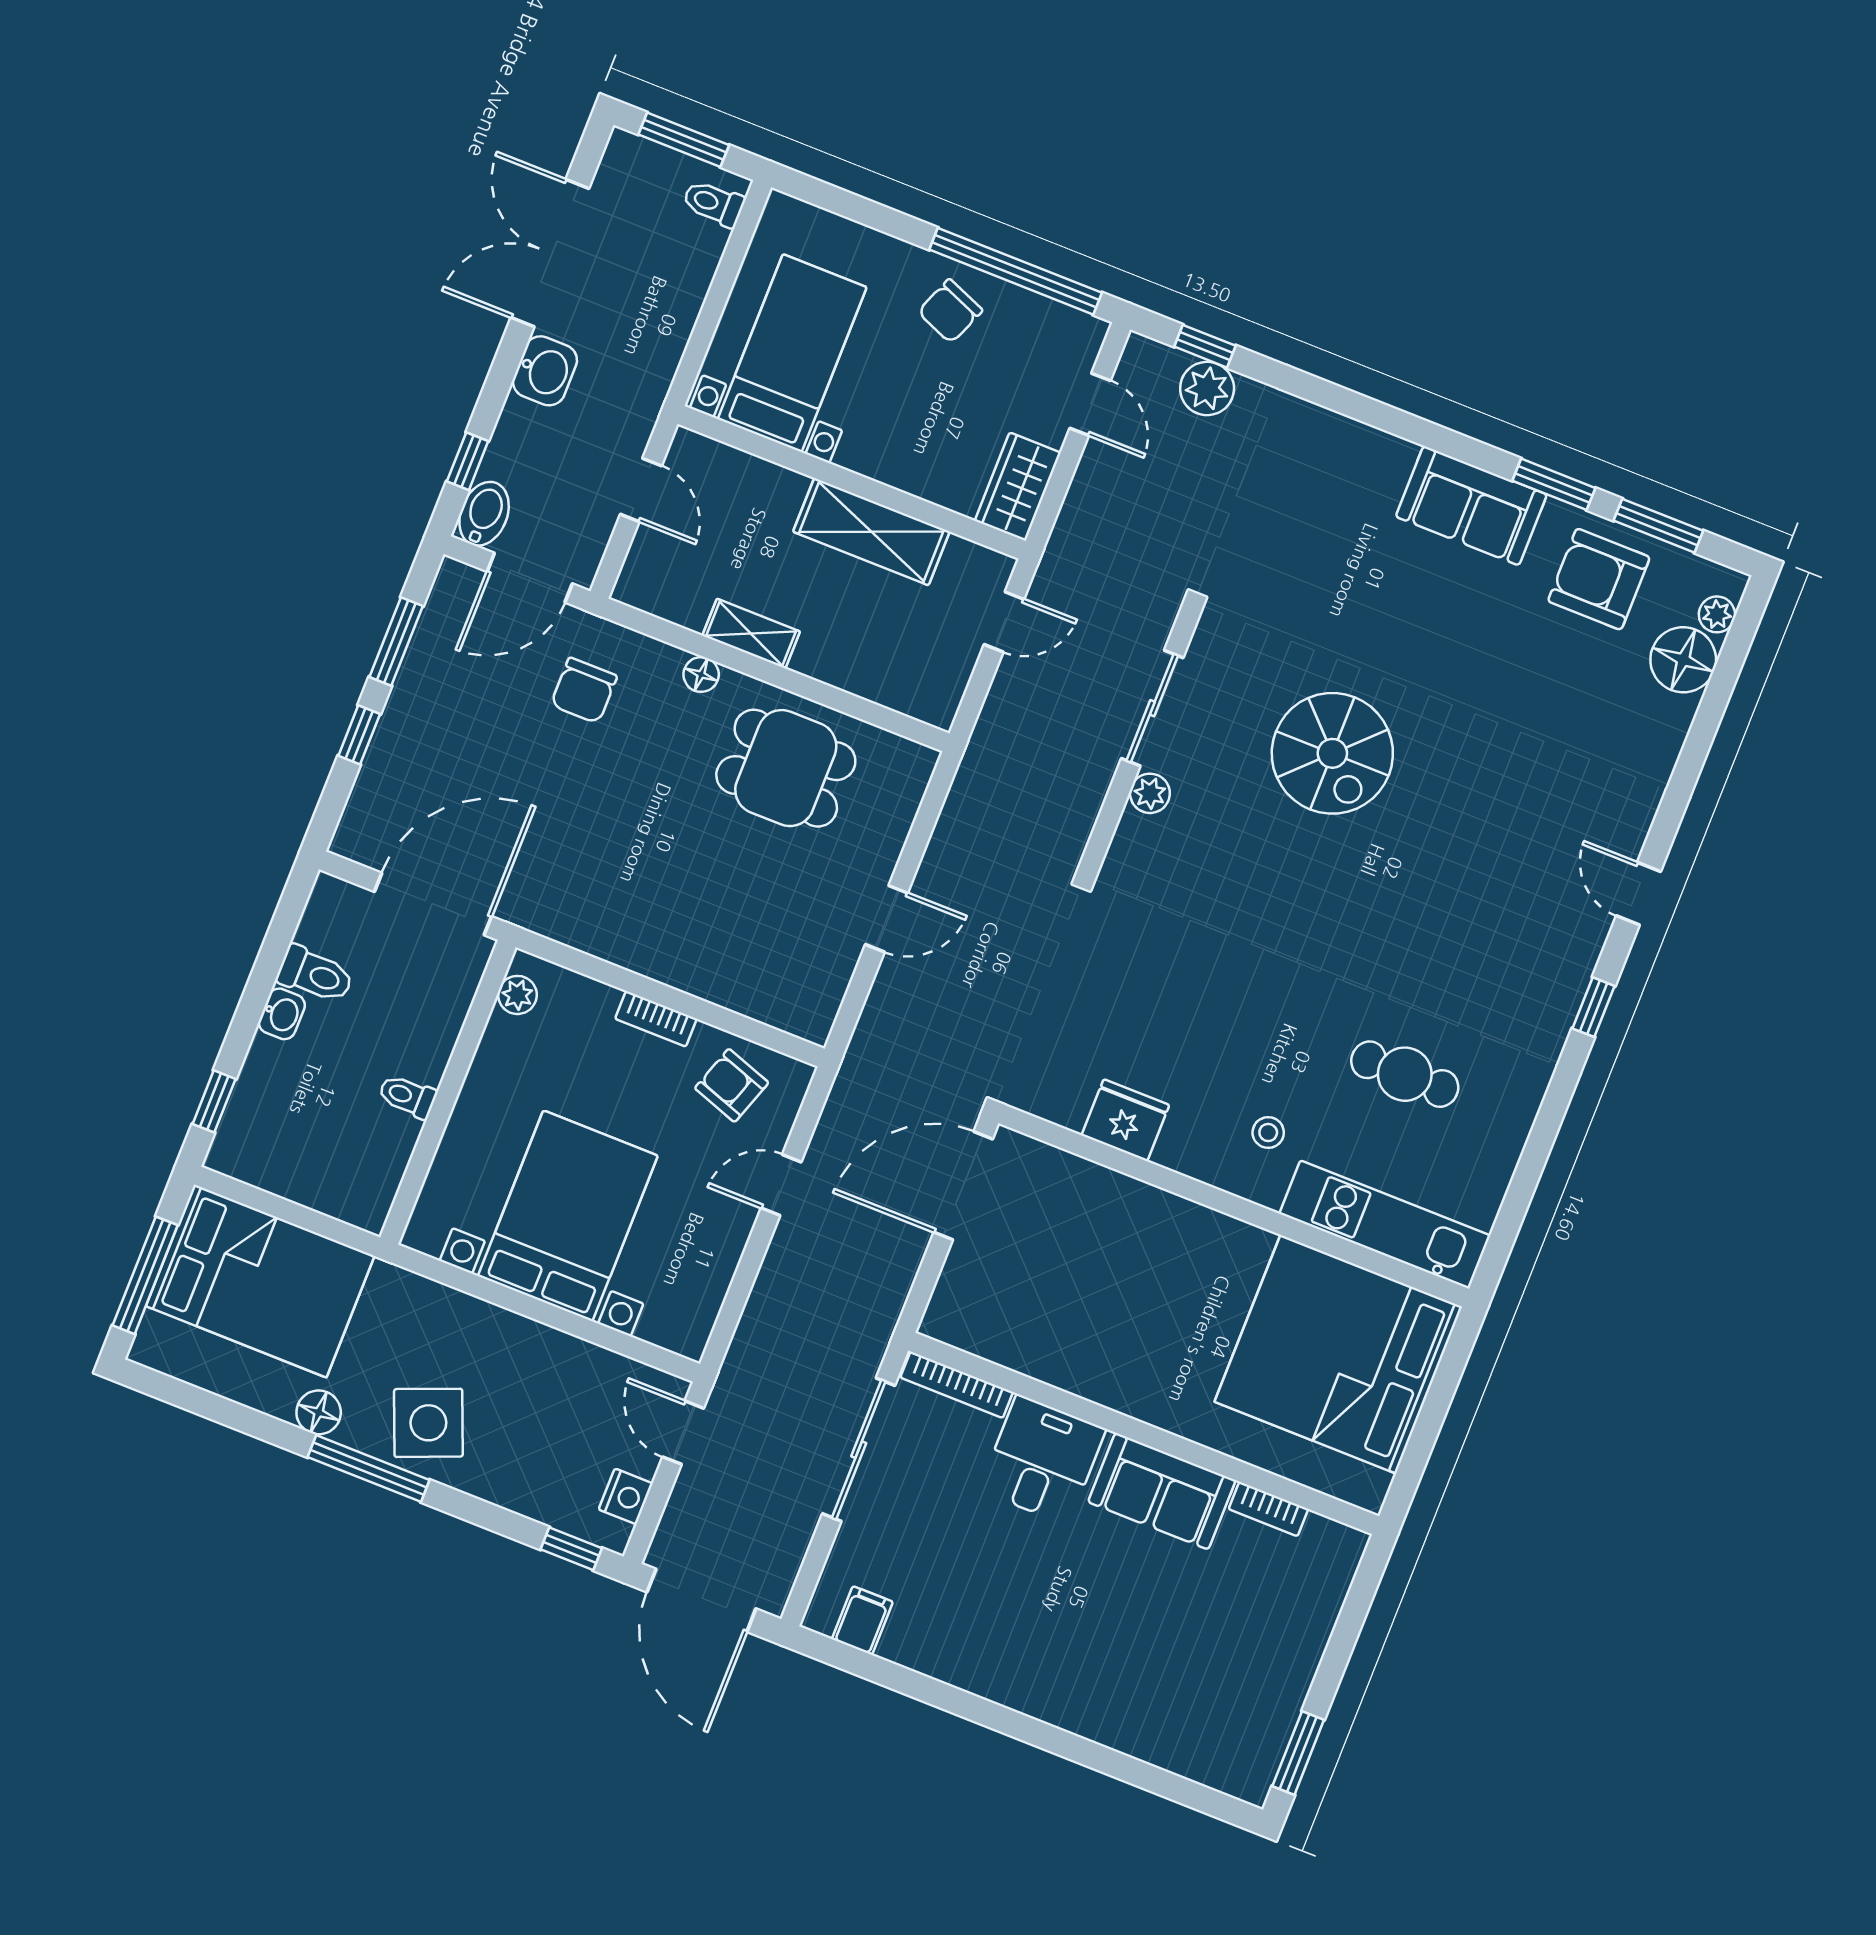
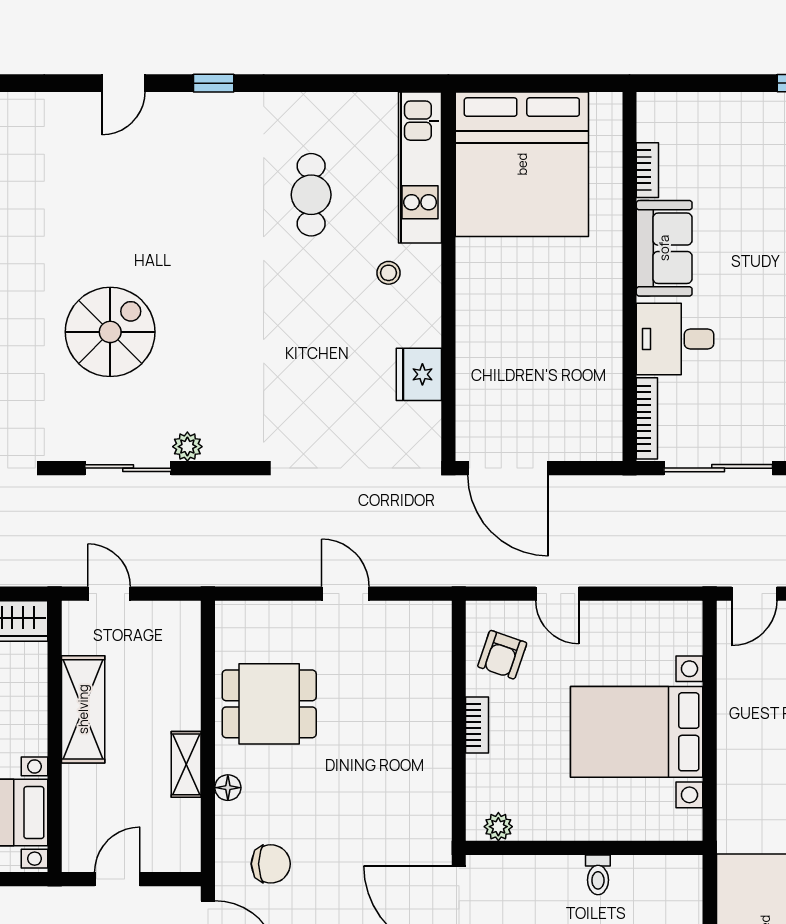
dining table: (786, 768) -> (269, 704), turned 90

